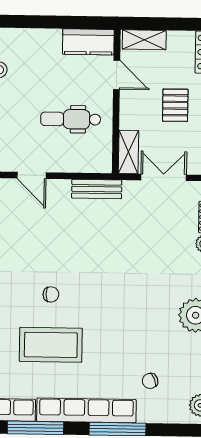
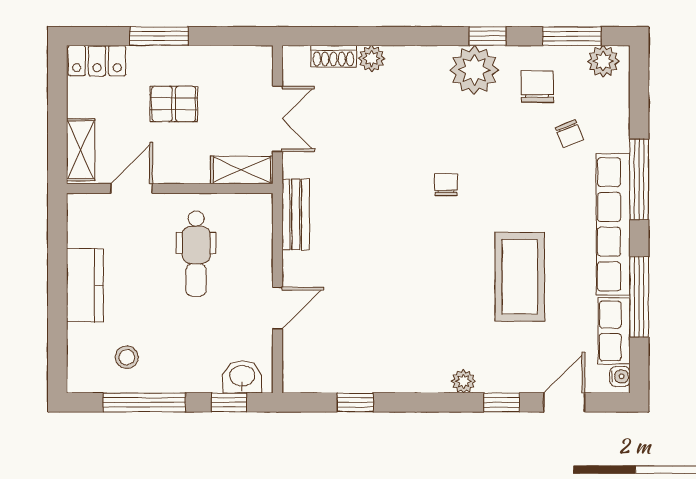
kitchen counter: (88, 42) -> (85, 285), moved
double door: (164, 177) -> (277, 119), swing flipped
chair: (51, 294) -> (446, 185), moved
chair: (183, 359) -> (537, 86), added

